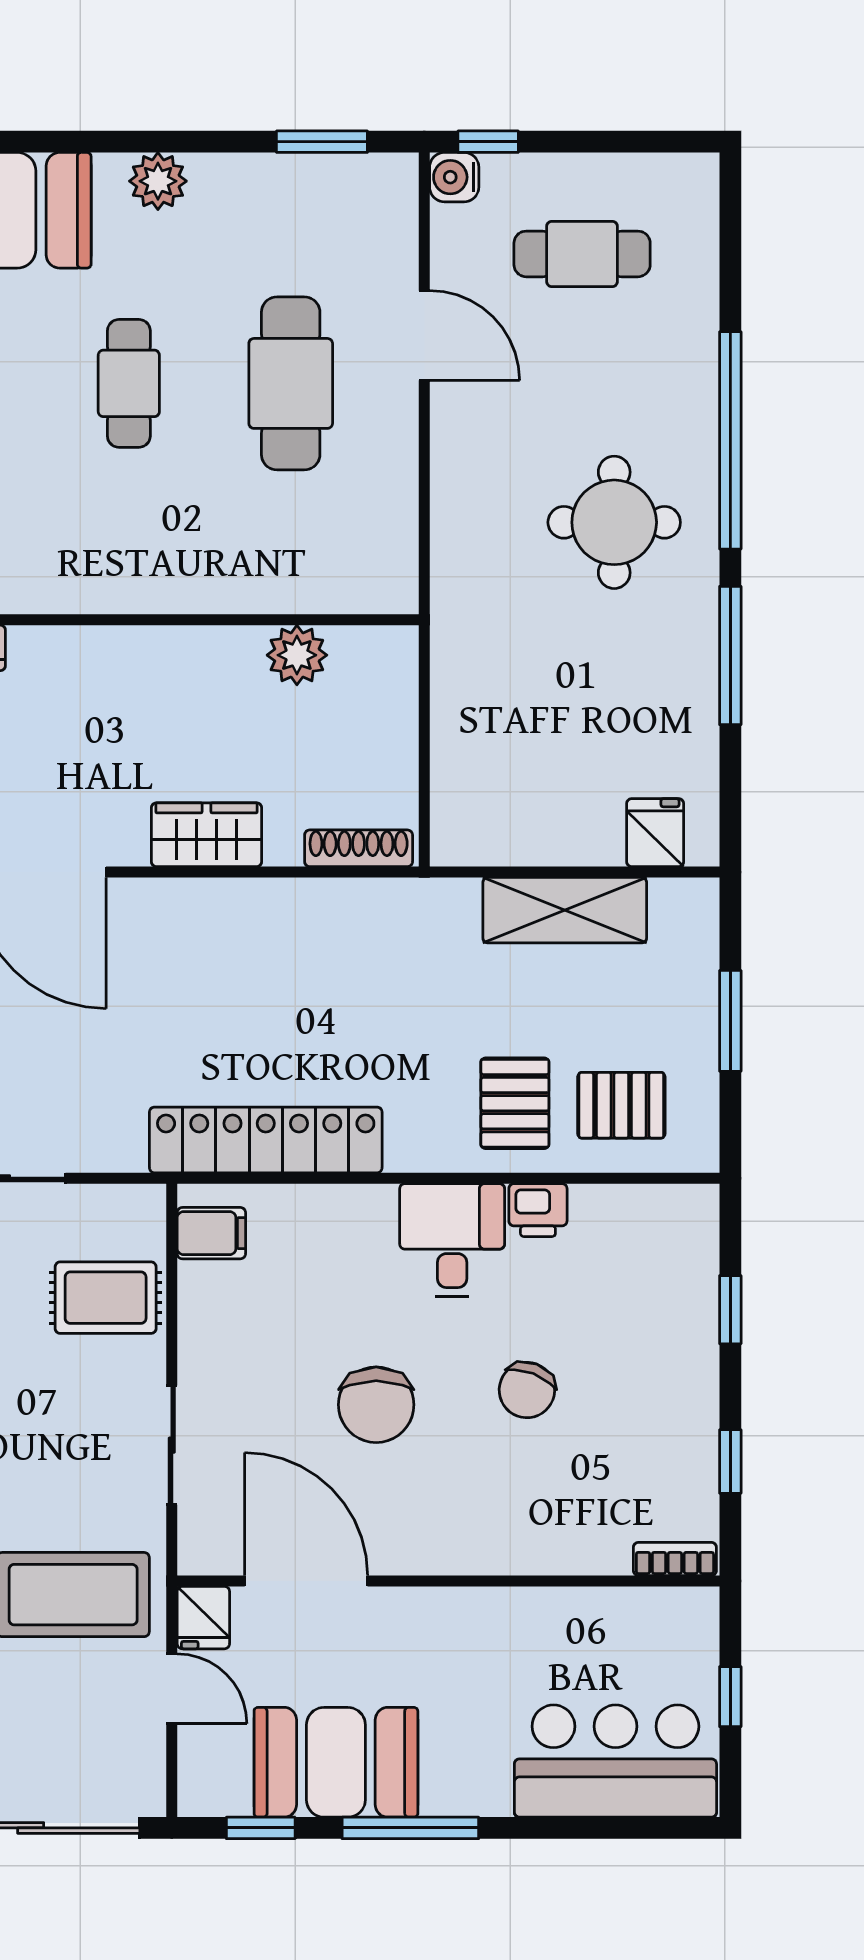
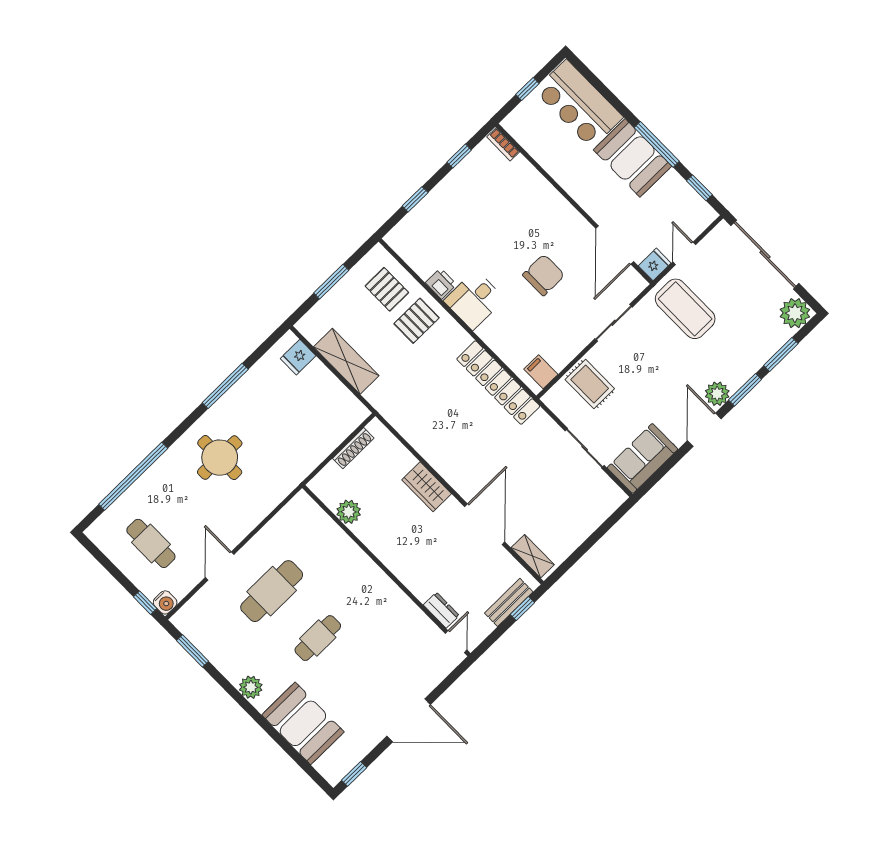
window: (730, 440) -> (133, 476), moved
shoe rack: (359, 848) -> (353, 448), moved, turned -90
chair: (527, 1390) -> (496, 235), removed
booth: (336, 1762) -> (633, 158), moved

